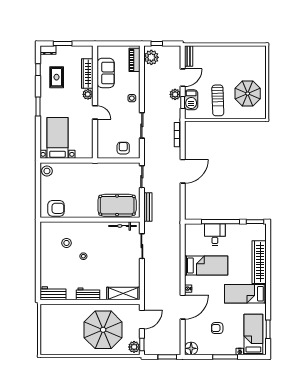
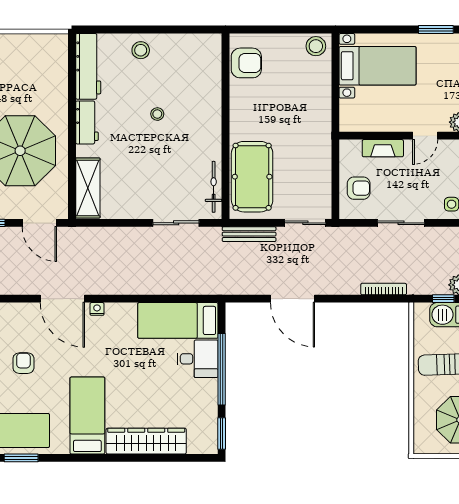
fireplace: (102, 135) -> (383, 148), added
door: (183, 171) -> (293, 299), moved
armchair: (56, 208) -> (246, 63), turned -90
stool: (66, 243) -> (141, 50), moved
bed: (206, 265) -> (178, 320), moved, turned 90
workbench: (53, 293) -> (88, 66), width x1.37

